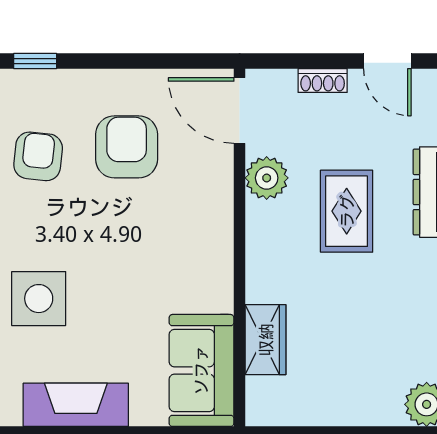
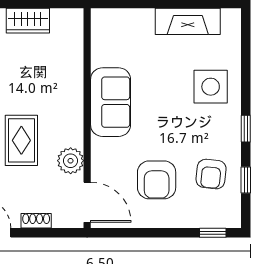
wardrobe: (266, 340) -> (28, 21), moved, turned -90
sofa: (201, 370) -> (111, 102), moved

